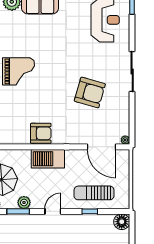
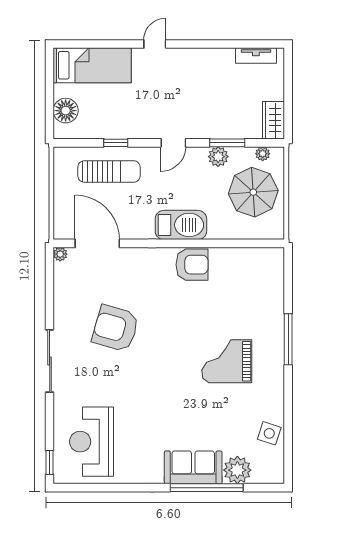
armchair: (41, 133) -> (192, 265), turned 180
floor lamp: (122, 222) -> (66, 111), moved

